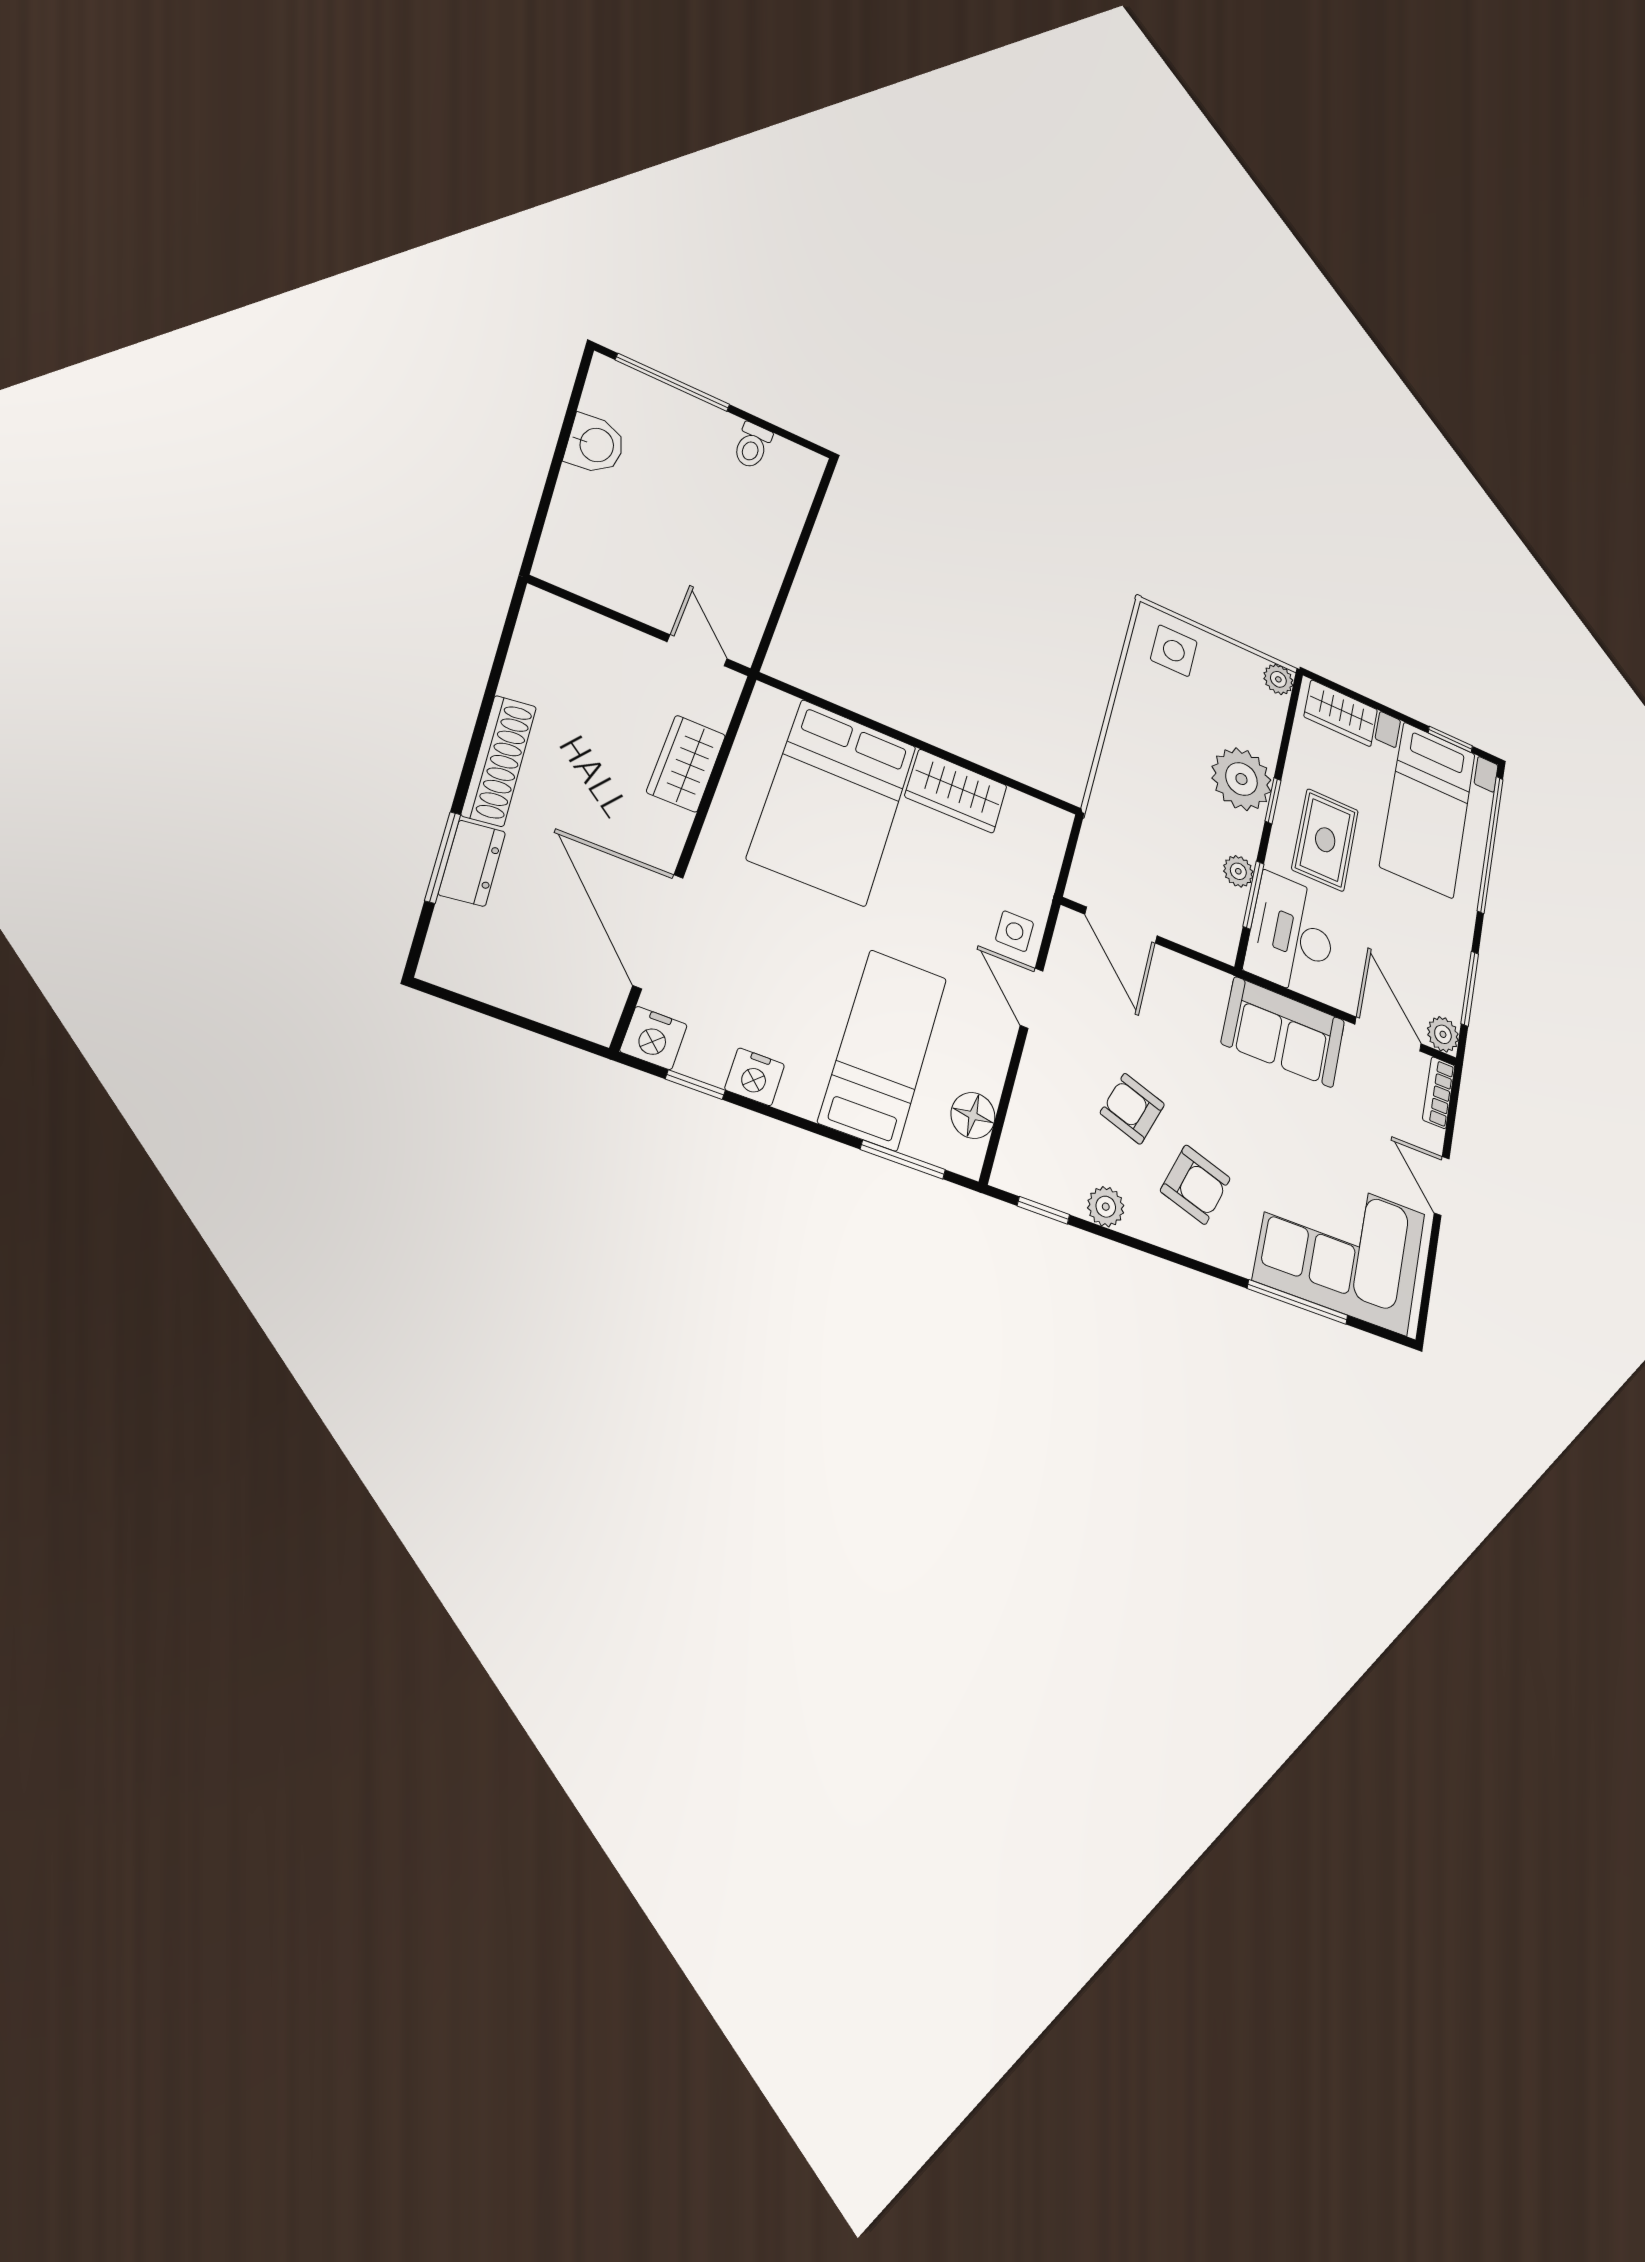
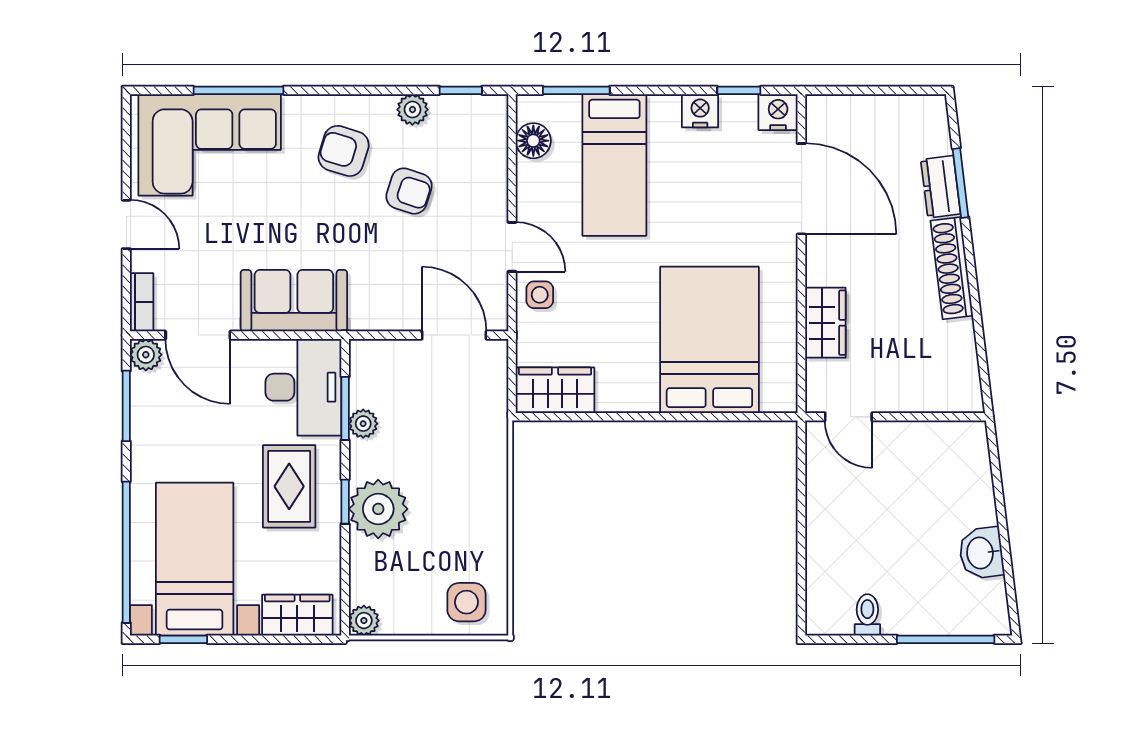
wardrobe: (956, 791) -> (555, 390), moved

